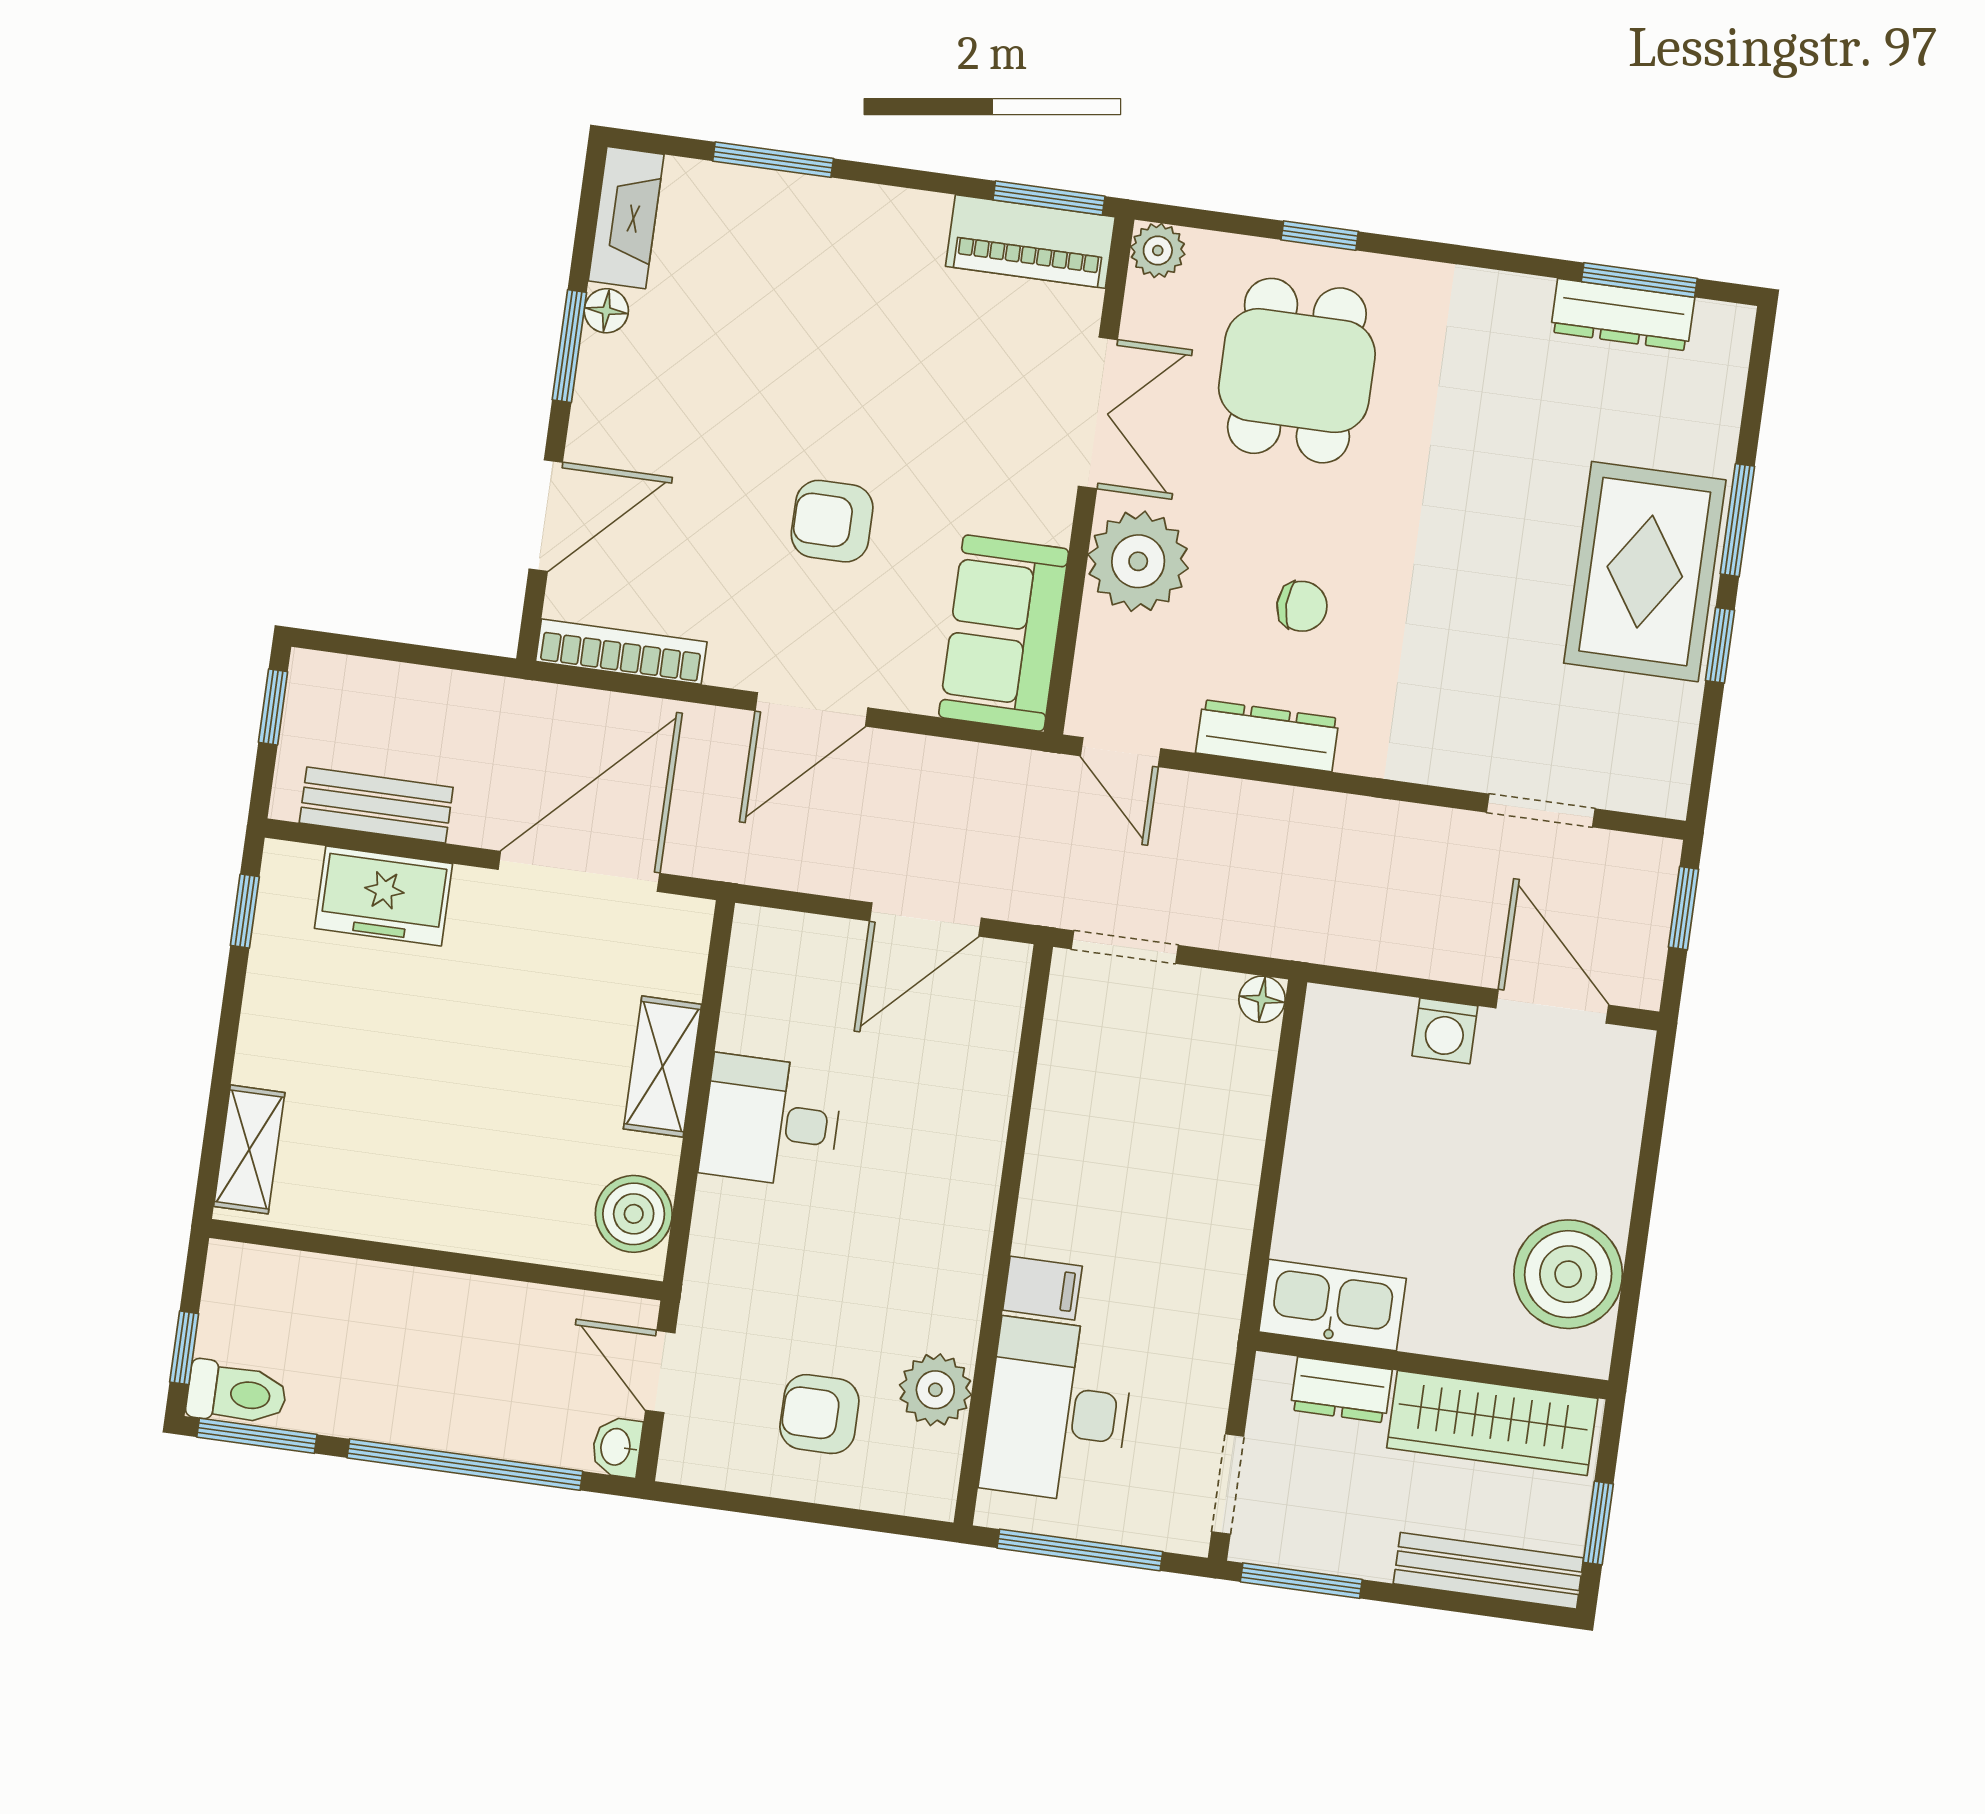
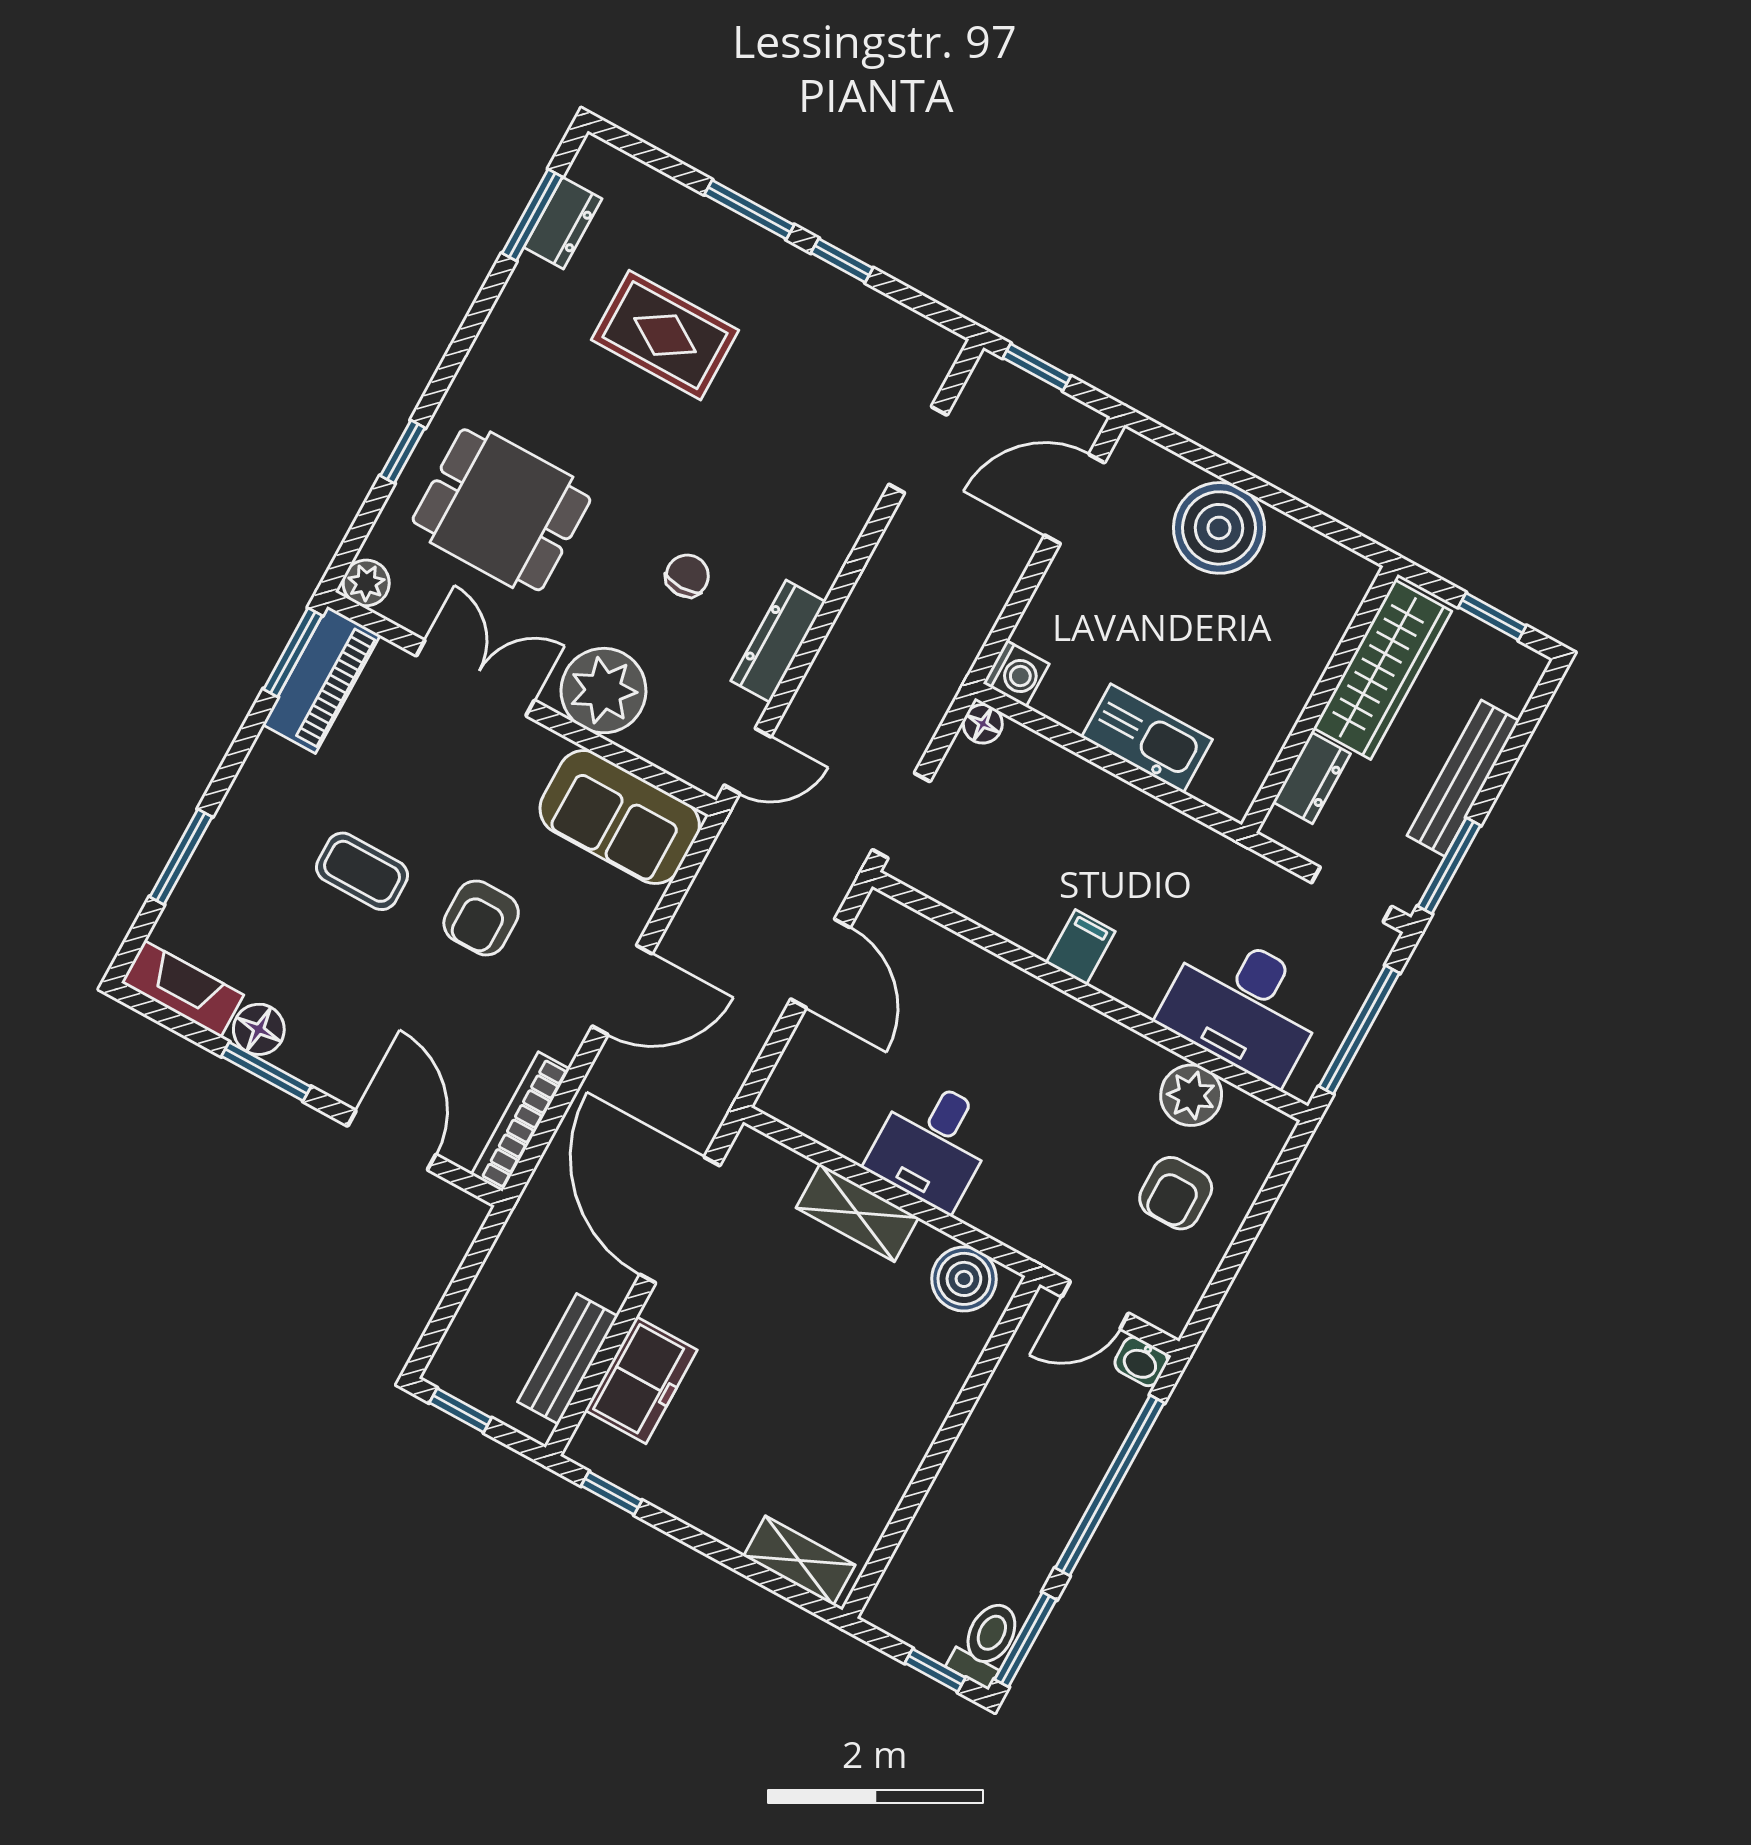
floor lamp: (606, 311) -> (259, 1029), width x1.37, depth x1.37
dresser: (1623, 315) -> (563, 223), width x0.70
coffee table: (834, 368) -> (362, 871), added
rug: (1645, 572) -> (665, 335), moved, width x0.73, depth x0.70
door: (812, 709) -> (622, 990), hinge flipped
washing machine: (1445, 1031) -> (1016, 674), moved
boiler: (1568, 1274) -> (1219, 528), moved
filing cabinet: (1042, 1288) -> (1081, 947), moved
kitchen sink: (1332, 1305) -> (1147, 738), moved, turned 90
bench: (1488, 1571) -> (1463, 778), moved

